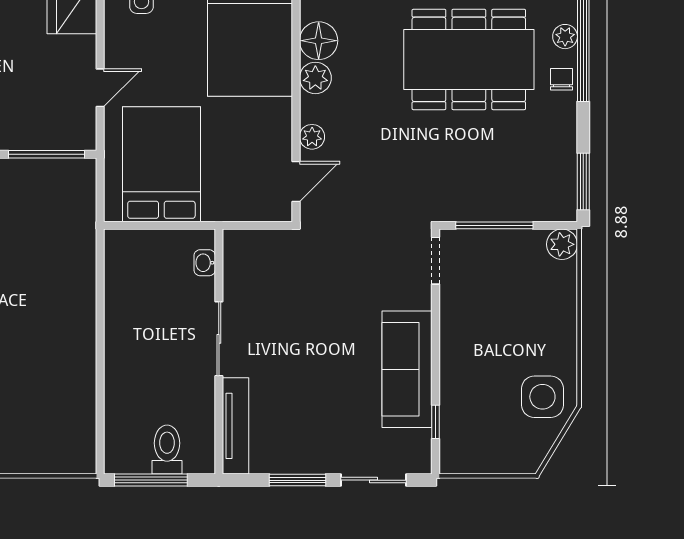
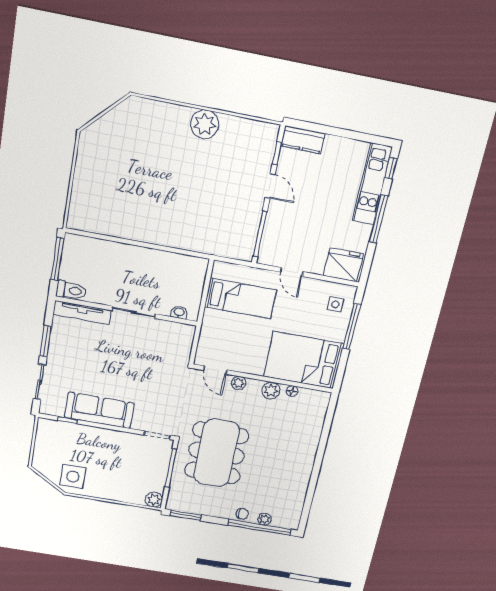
floor lamp: (319, 41) -> (292, 391), width x0.53, depth x0.53
dining table: (469, 59) -> (216, 453), moved
bed: (161, 164) -> (240, 298), width x0.67
toilet: (167, 450) -> (71, 290), moved

